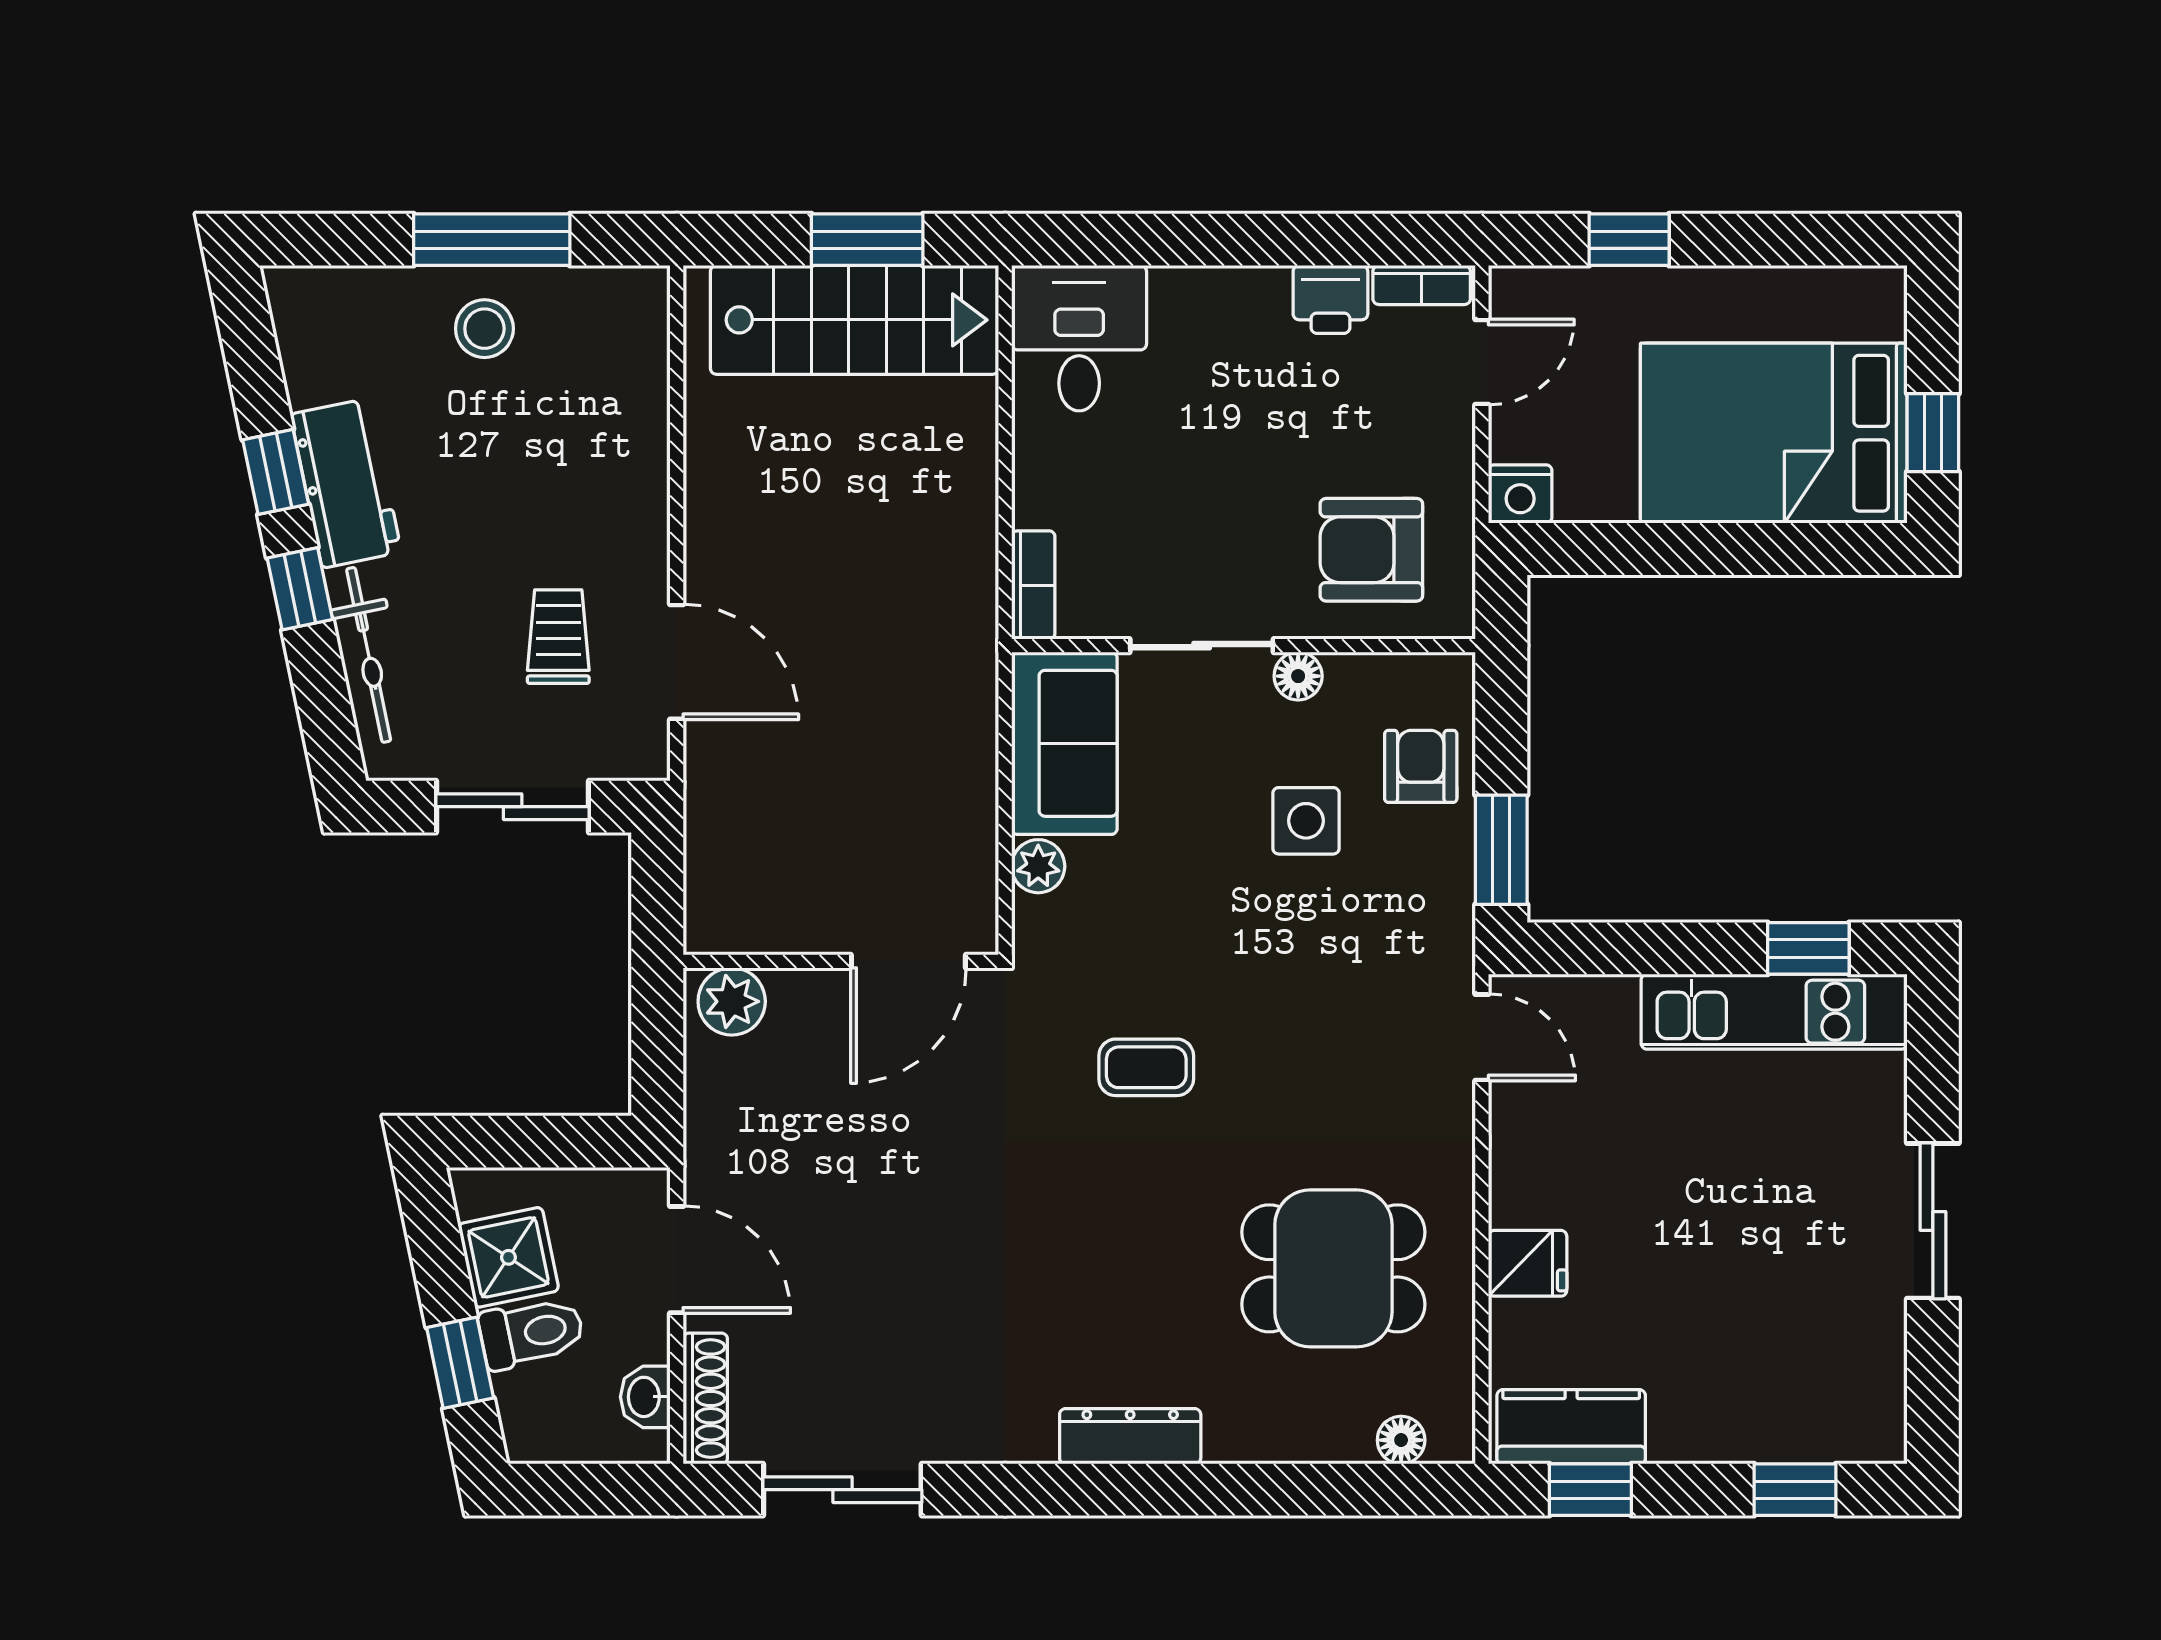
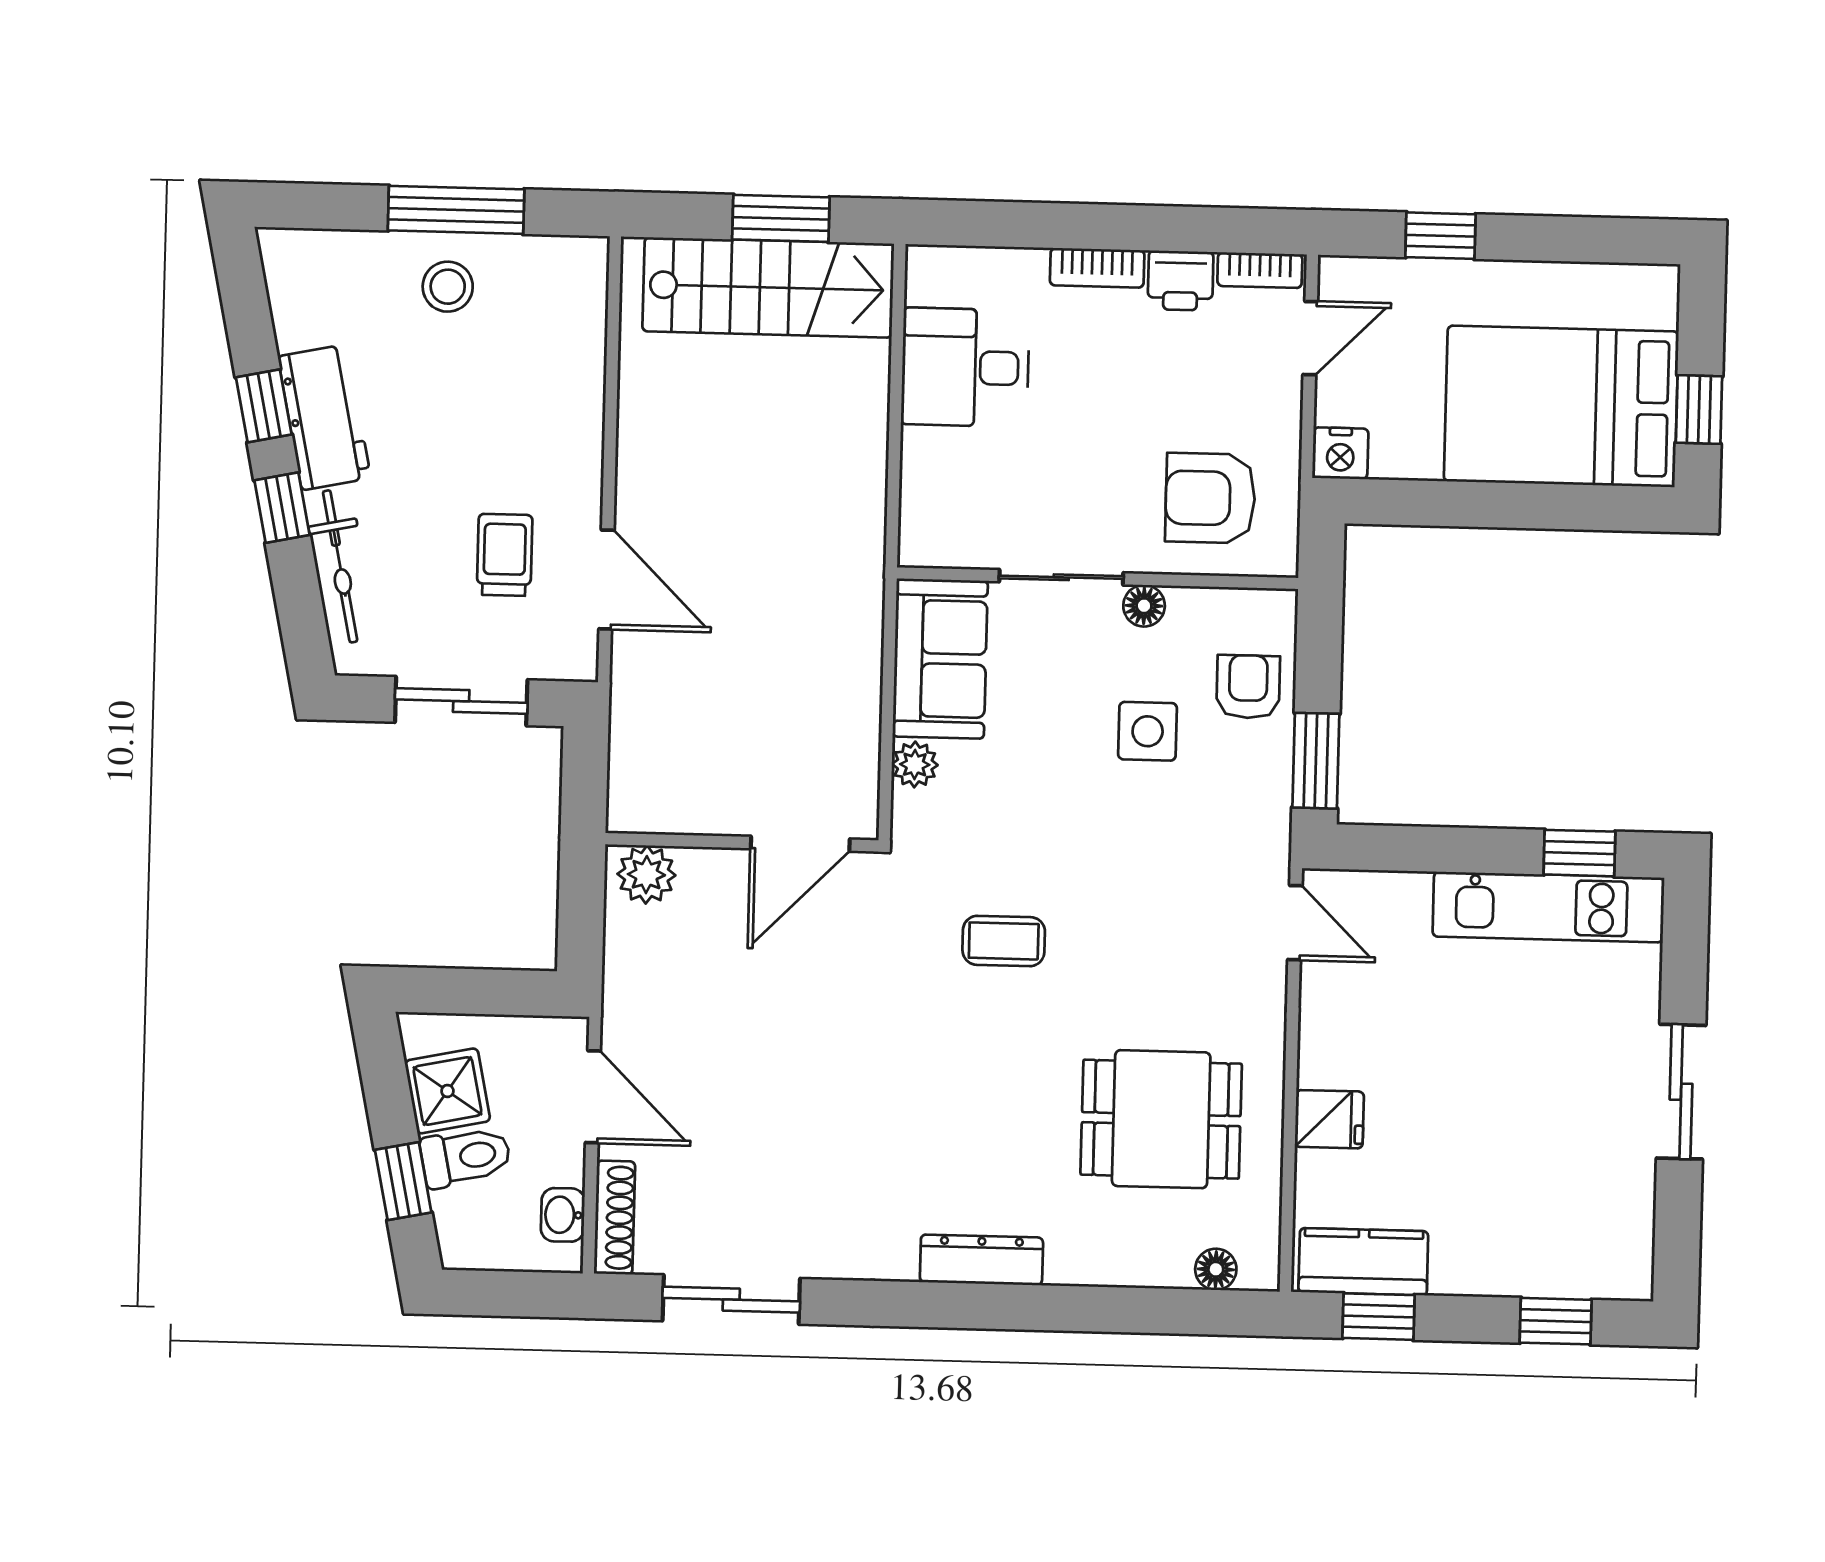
desk: (1079, 338) -> (965, 367), moved, turned -90
bookcase: (1033, 585) -> (1097, 268), moved, turned 90

